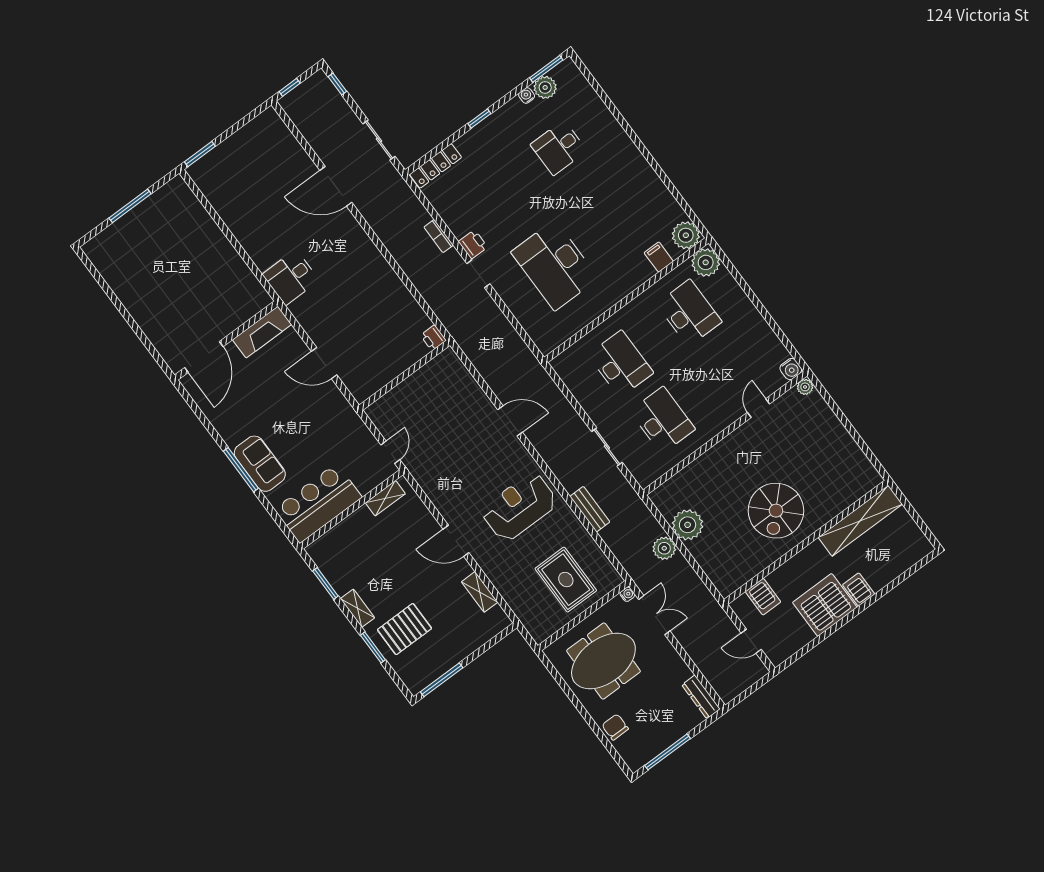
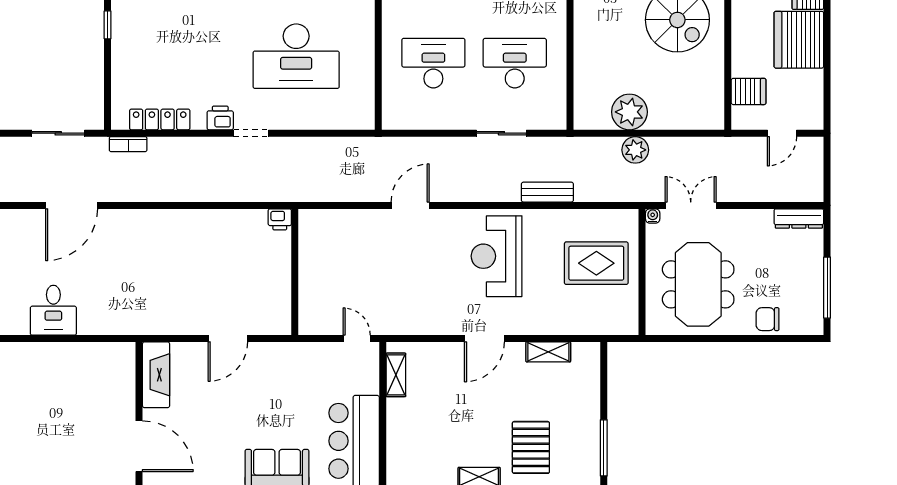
locker: (436, 166) -> (160, 119), moved, turned -90
bookcase: (439, 236) -> (128, 144), moved
desk: (291, 277) -> (53, 310), moved

